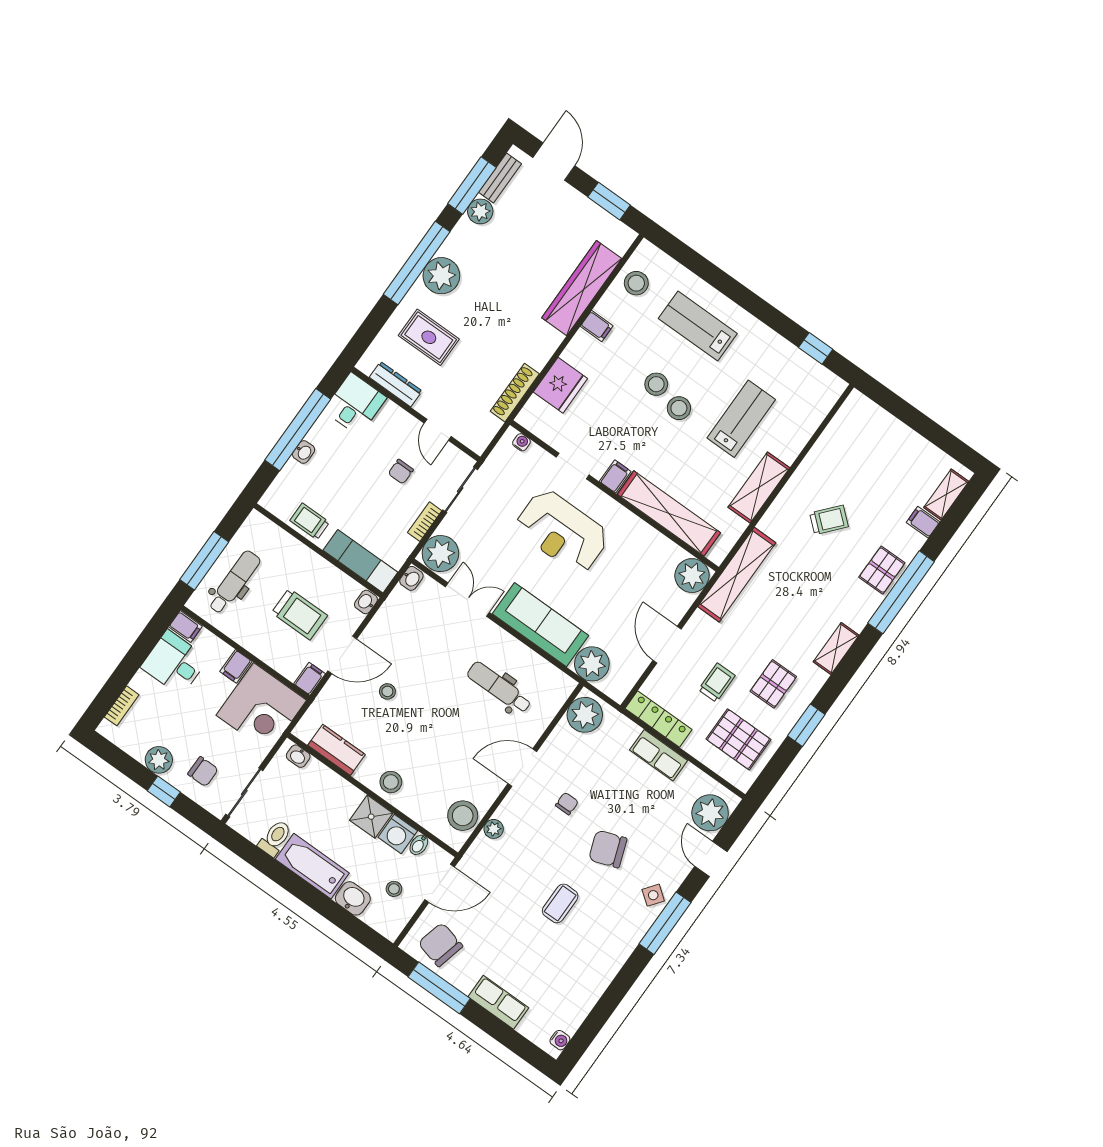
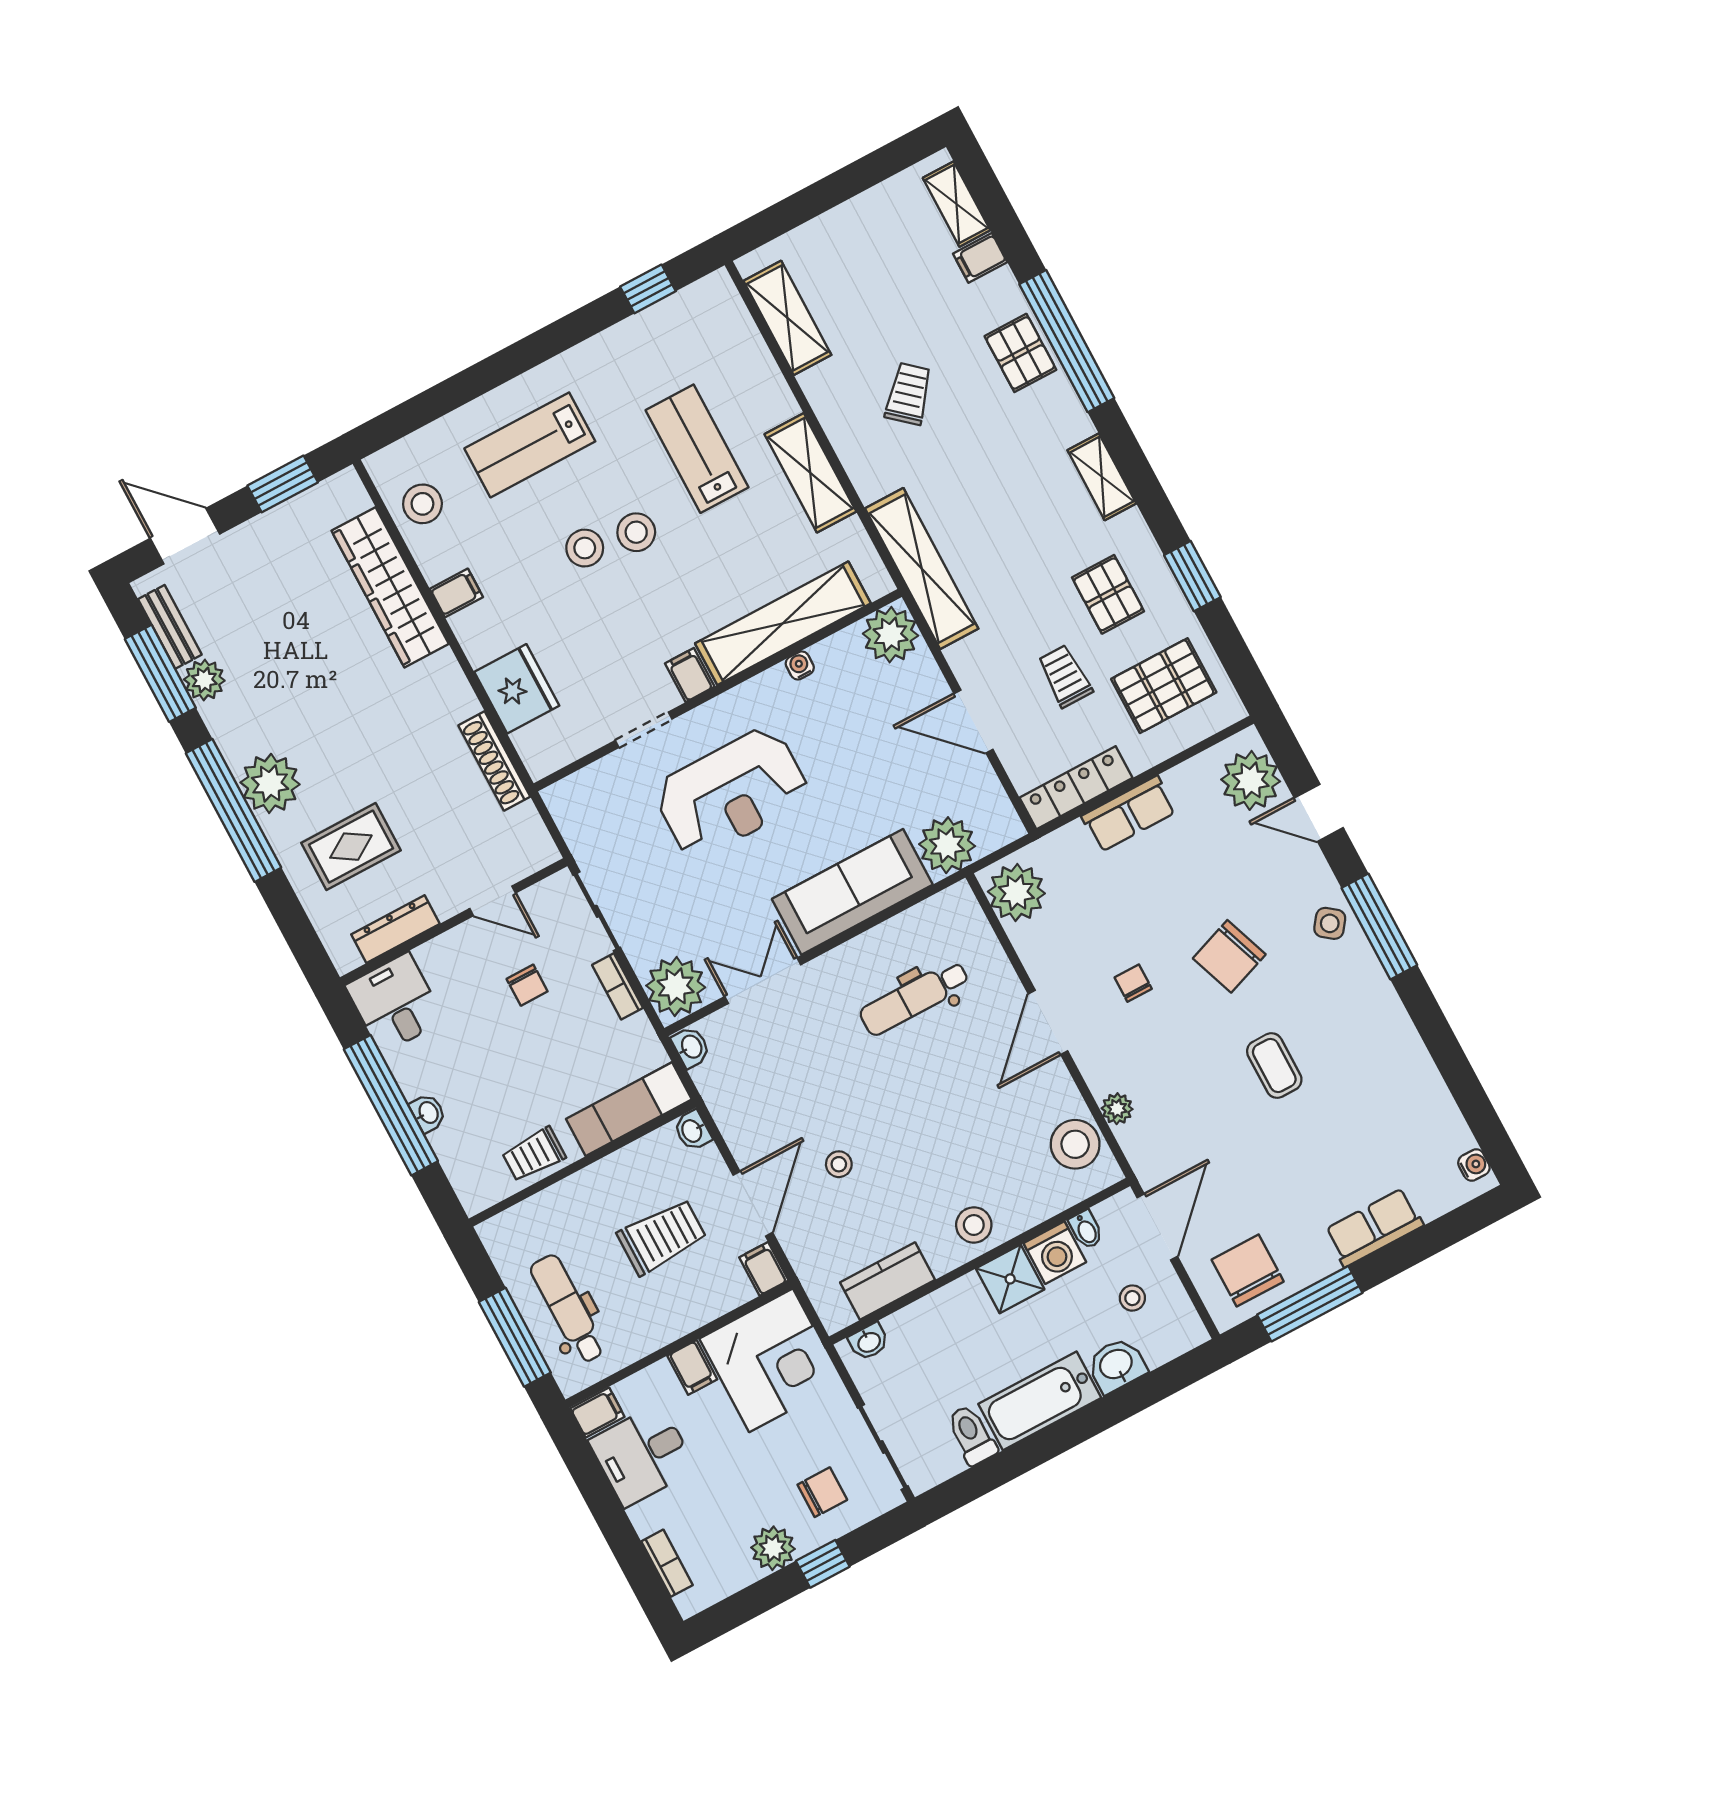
shelving: (838, 433) -> (787, 318), added
water cooler: (521, 442) -> (800, 666), moved
chair: (440, 945) -> (1248, 1271), turned 76

